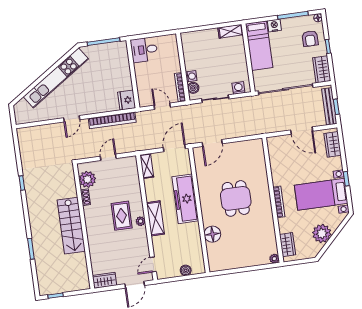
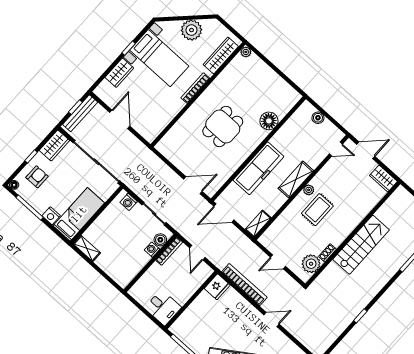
wardrobe: (333, 144) -> (119, 73), moved
wardrobe: (287, 245) -> (221, 55), width x1.50

